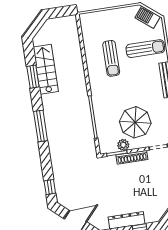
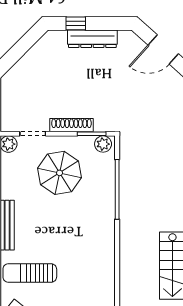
sun lounger: (111, 58) -> (79, 267), removed
plant: (123, 145) -> (103, 144), moved

